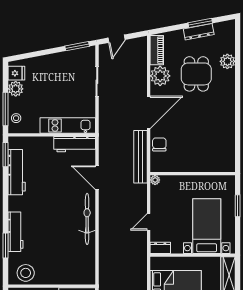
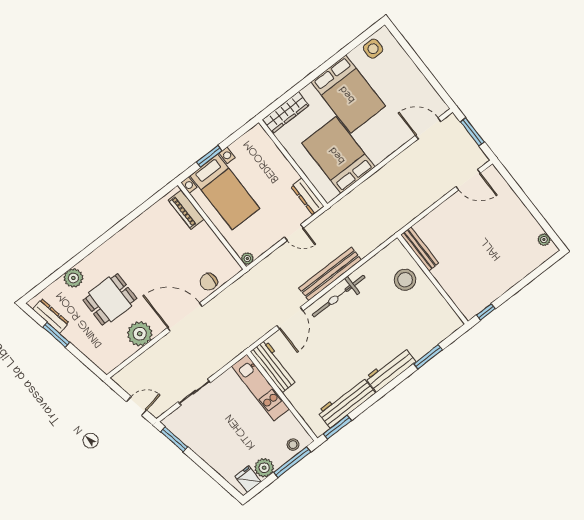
dresser: (199, 32) -> (51, 316), moved
piano: (157, 50) -> (186, 210), moved, turned -90
bench: (141, 157) -> (330, 274), moved
bed with nightstands: (207, 226) -> (225, 192), moved, turned -90
workbench: (15, 232) -> (391, 370), moved
dresser: (160, 248) -> (307, 197), width x1.44
stool: (26, 273) -> (405, 280), moved

